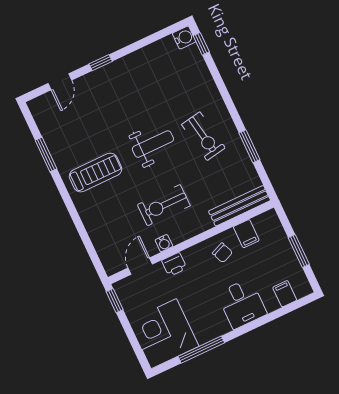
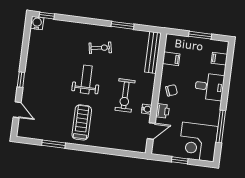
exercise bike: (203, 136) -> (100, 48), width x0.73, depth x0.72
chair: (222, 253) -> (171, 90), moved
door: (140, 266) -> (151, 131), swing flipped
window: (115, 301) -> (180, 160), moved

